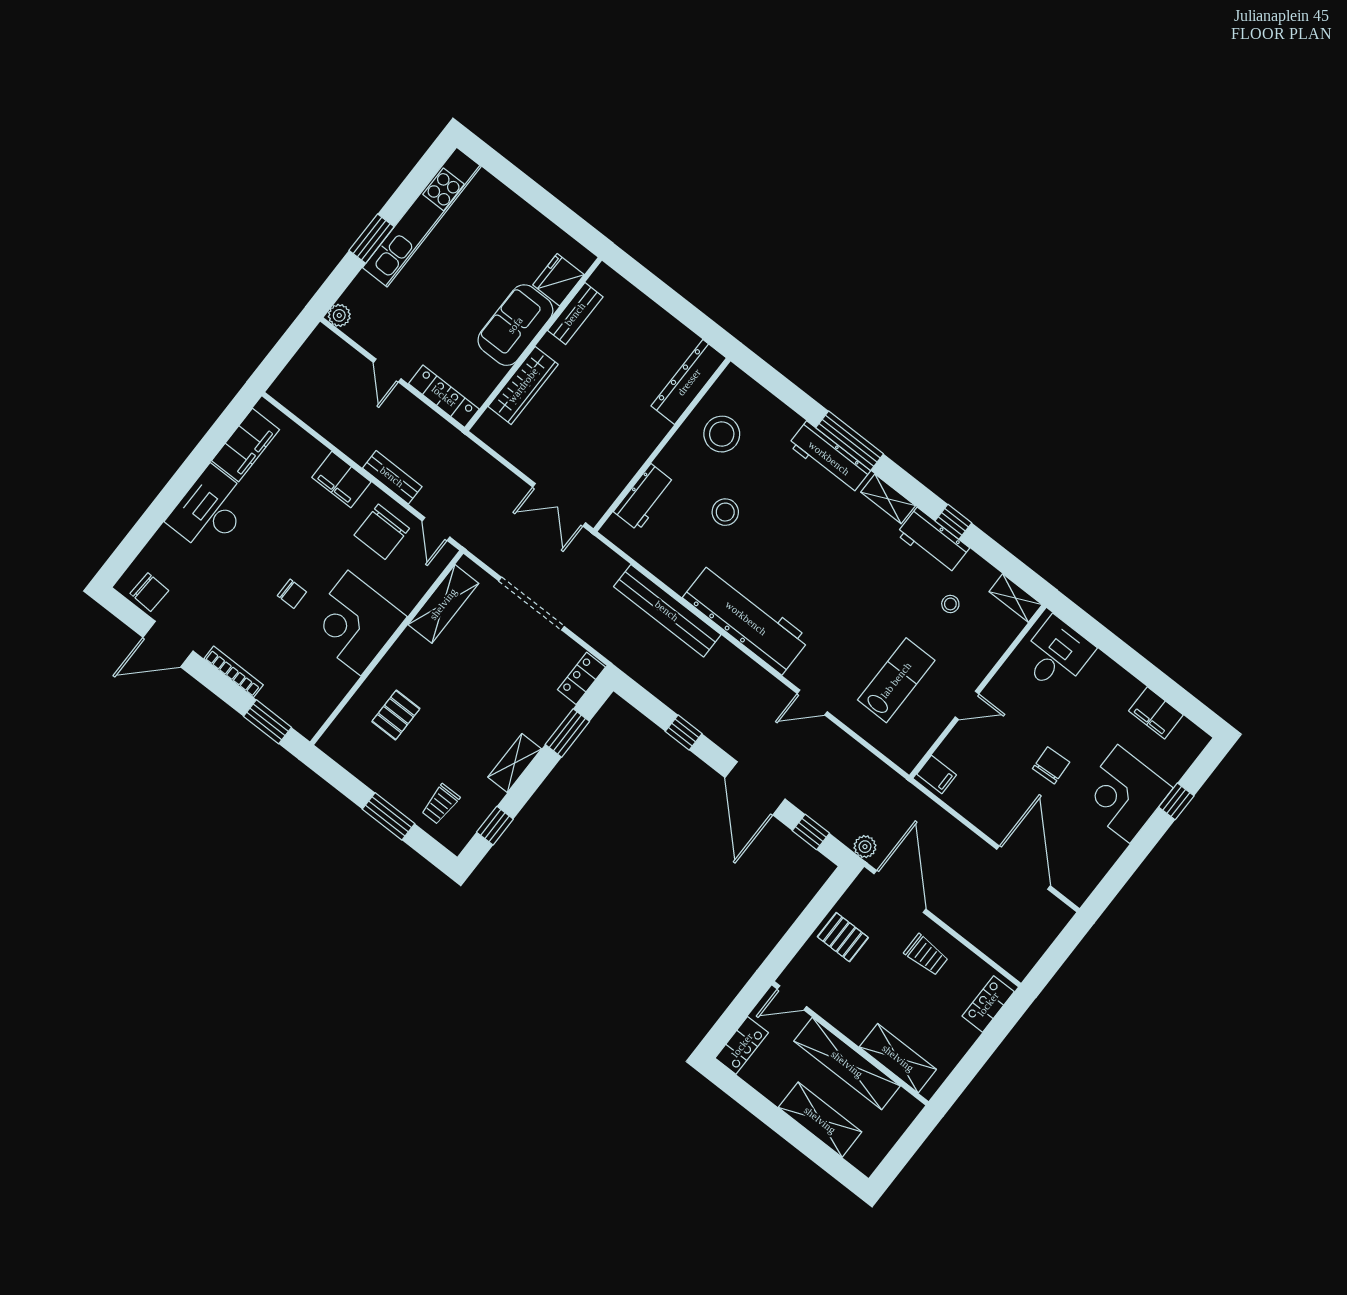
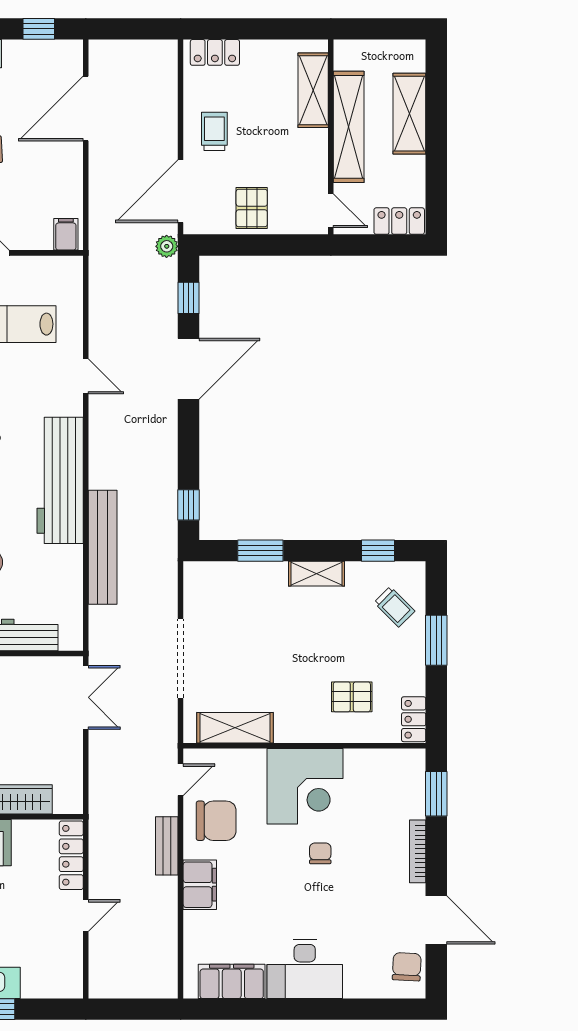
plant: (339, 315) -> (72, 987), removed
locker: (581, 678) -> (414, 719), moved, turned 90
window: (684, 732) -> (189, 505), moved
trolley: (441, 804) -> (394, 607), turned 45
window: (1115, 880) -> (39, 29), added

